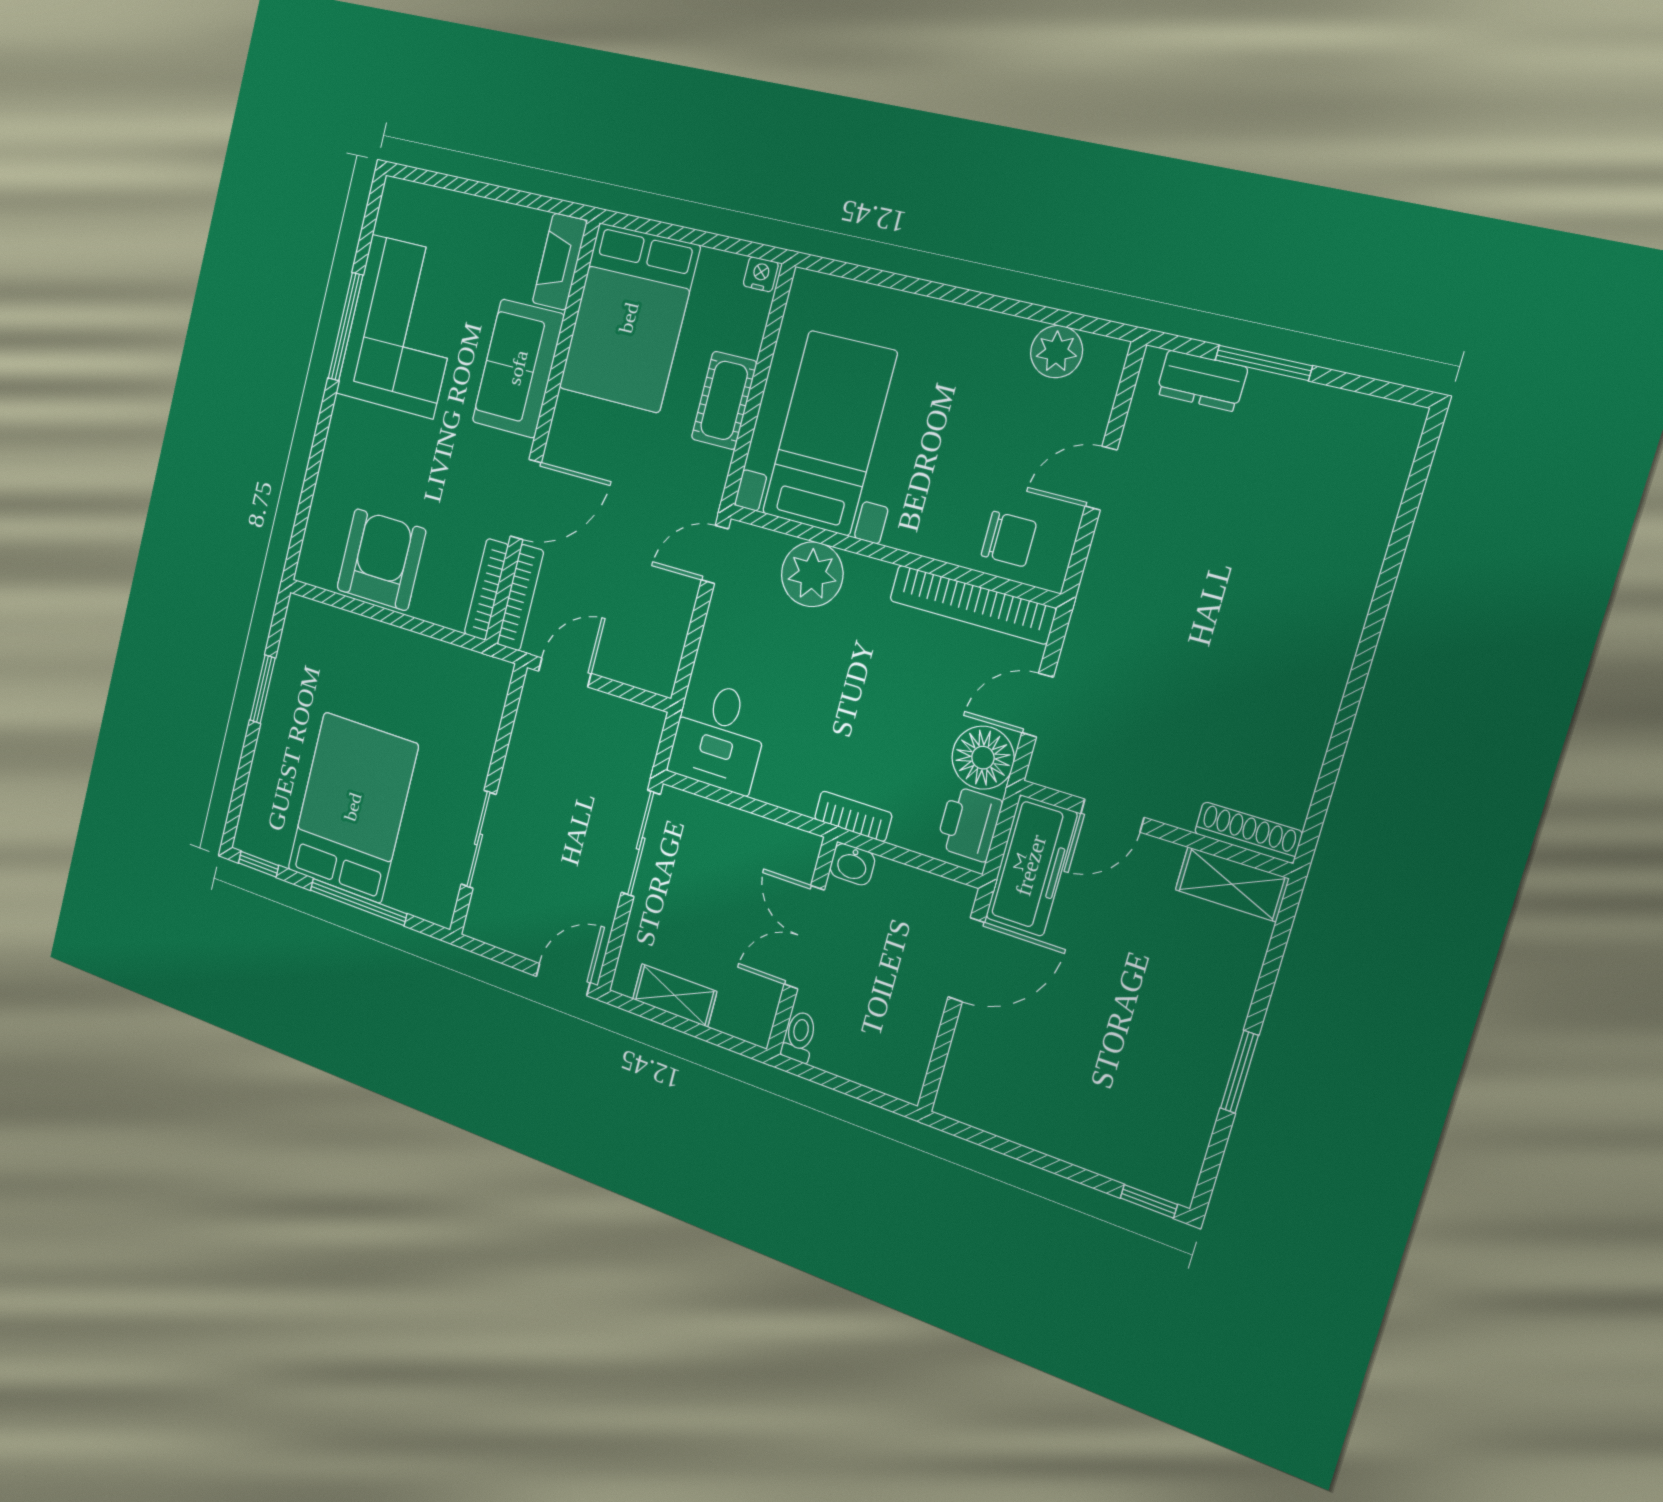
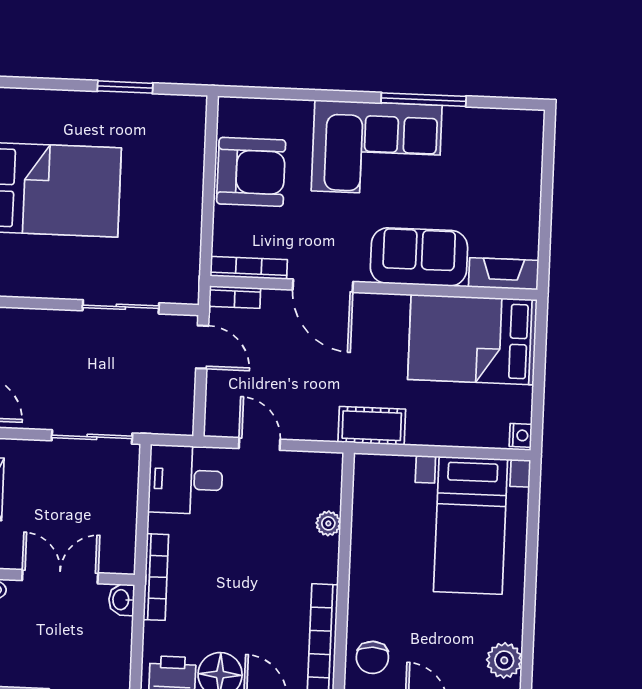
corner sofa: (402, 326) -> (377, 148), moved
cot: (724, 400) -> (372, 426), moved
bed with nightstands: (829, 433) -> (471, 525), moved, turned 90
door: (715, 554) -> (259, 444), moved
plant: (812, 574) -> (328, 523), width x0.53, depth x0.53
bookcase: (520, 598) -> (235, 297), width x0.64
bookcase: (853, 816) -> (156, 577), width x1.56
sliding door: (478, 839) -> (121, 307), moved

